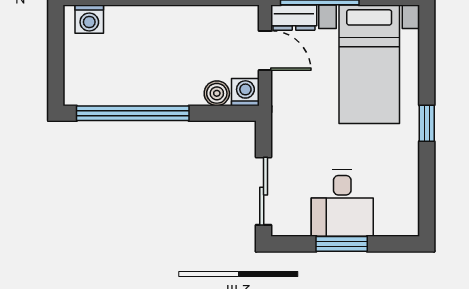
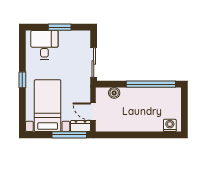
washing machine: (245, 92) -> (102, 93), removed
sliding door: (264, 191) -> (94, 63), moved
desk: (342, 203) -> (44, 45), moved

